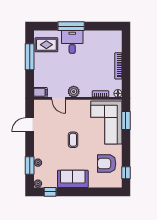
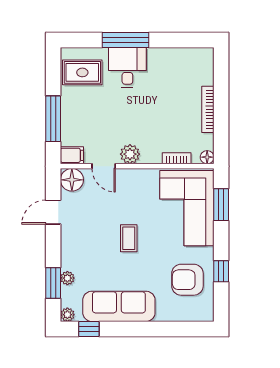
window: (30, 57) -> (53, 119), moved
floor lamp: (40, 106) -> (72, 180), added
window: (126, 173) -> (221, 271), moved
sofa: (73, 179) -> (119, 306), width x1.36

